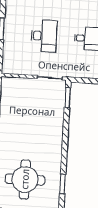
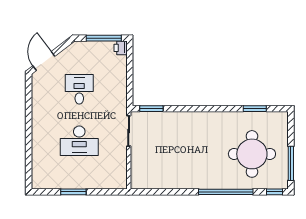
desk: (44, 36) -> (79, 141), turned 180

